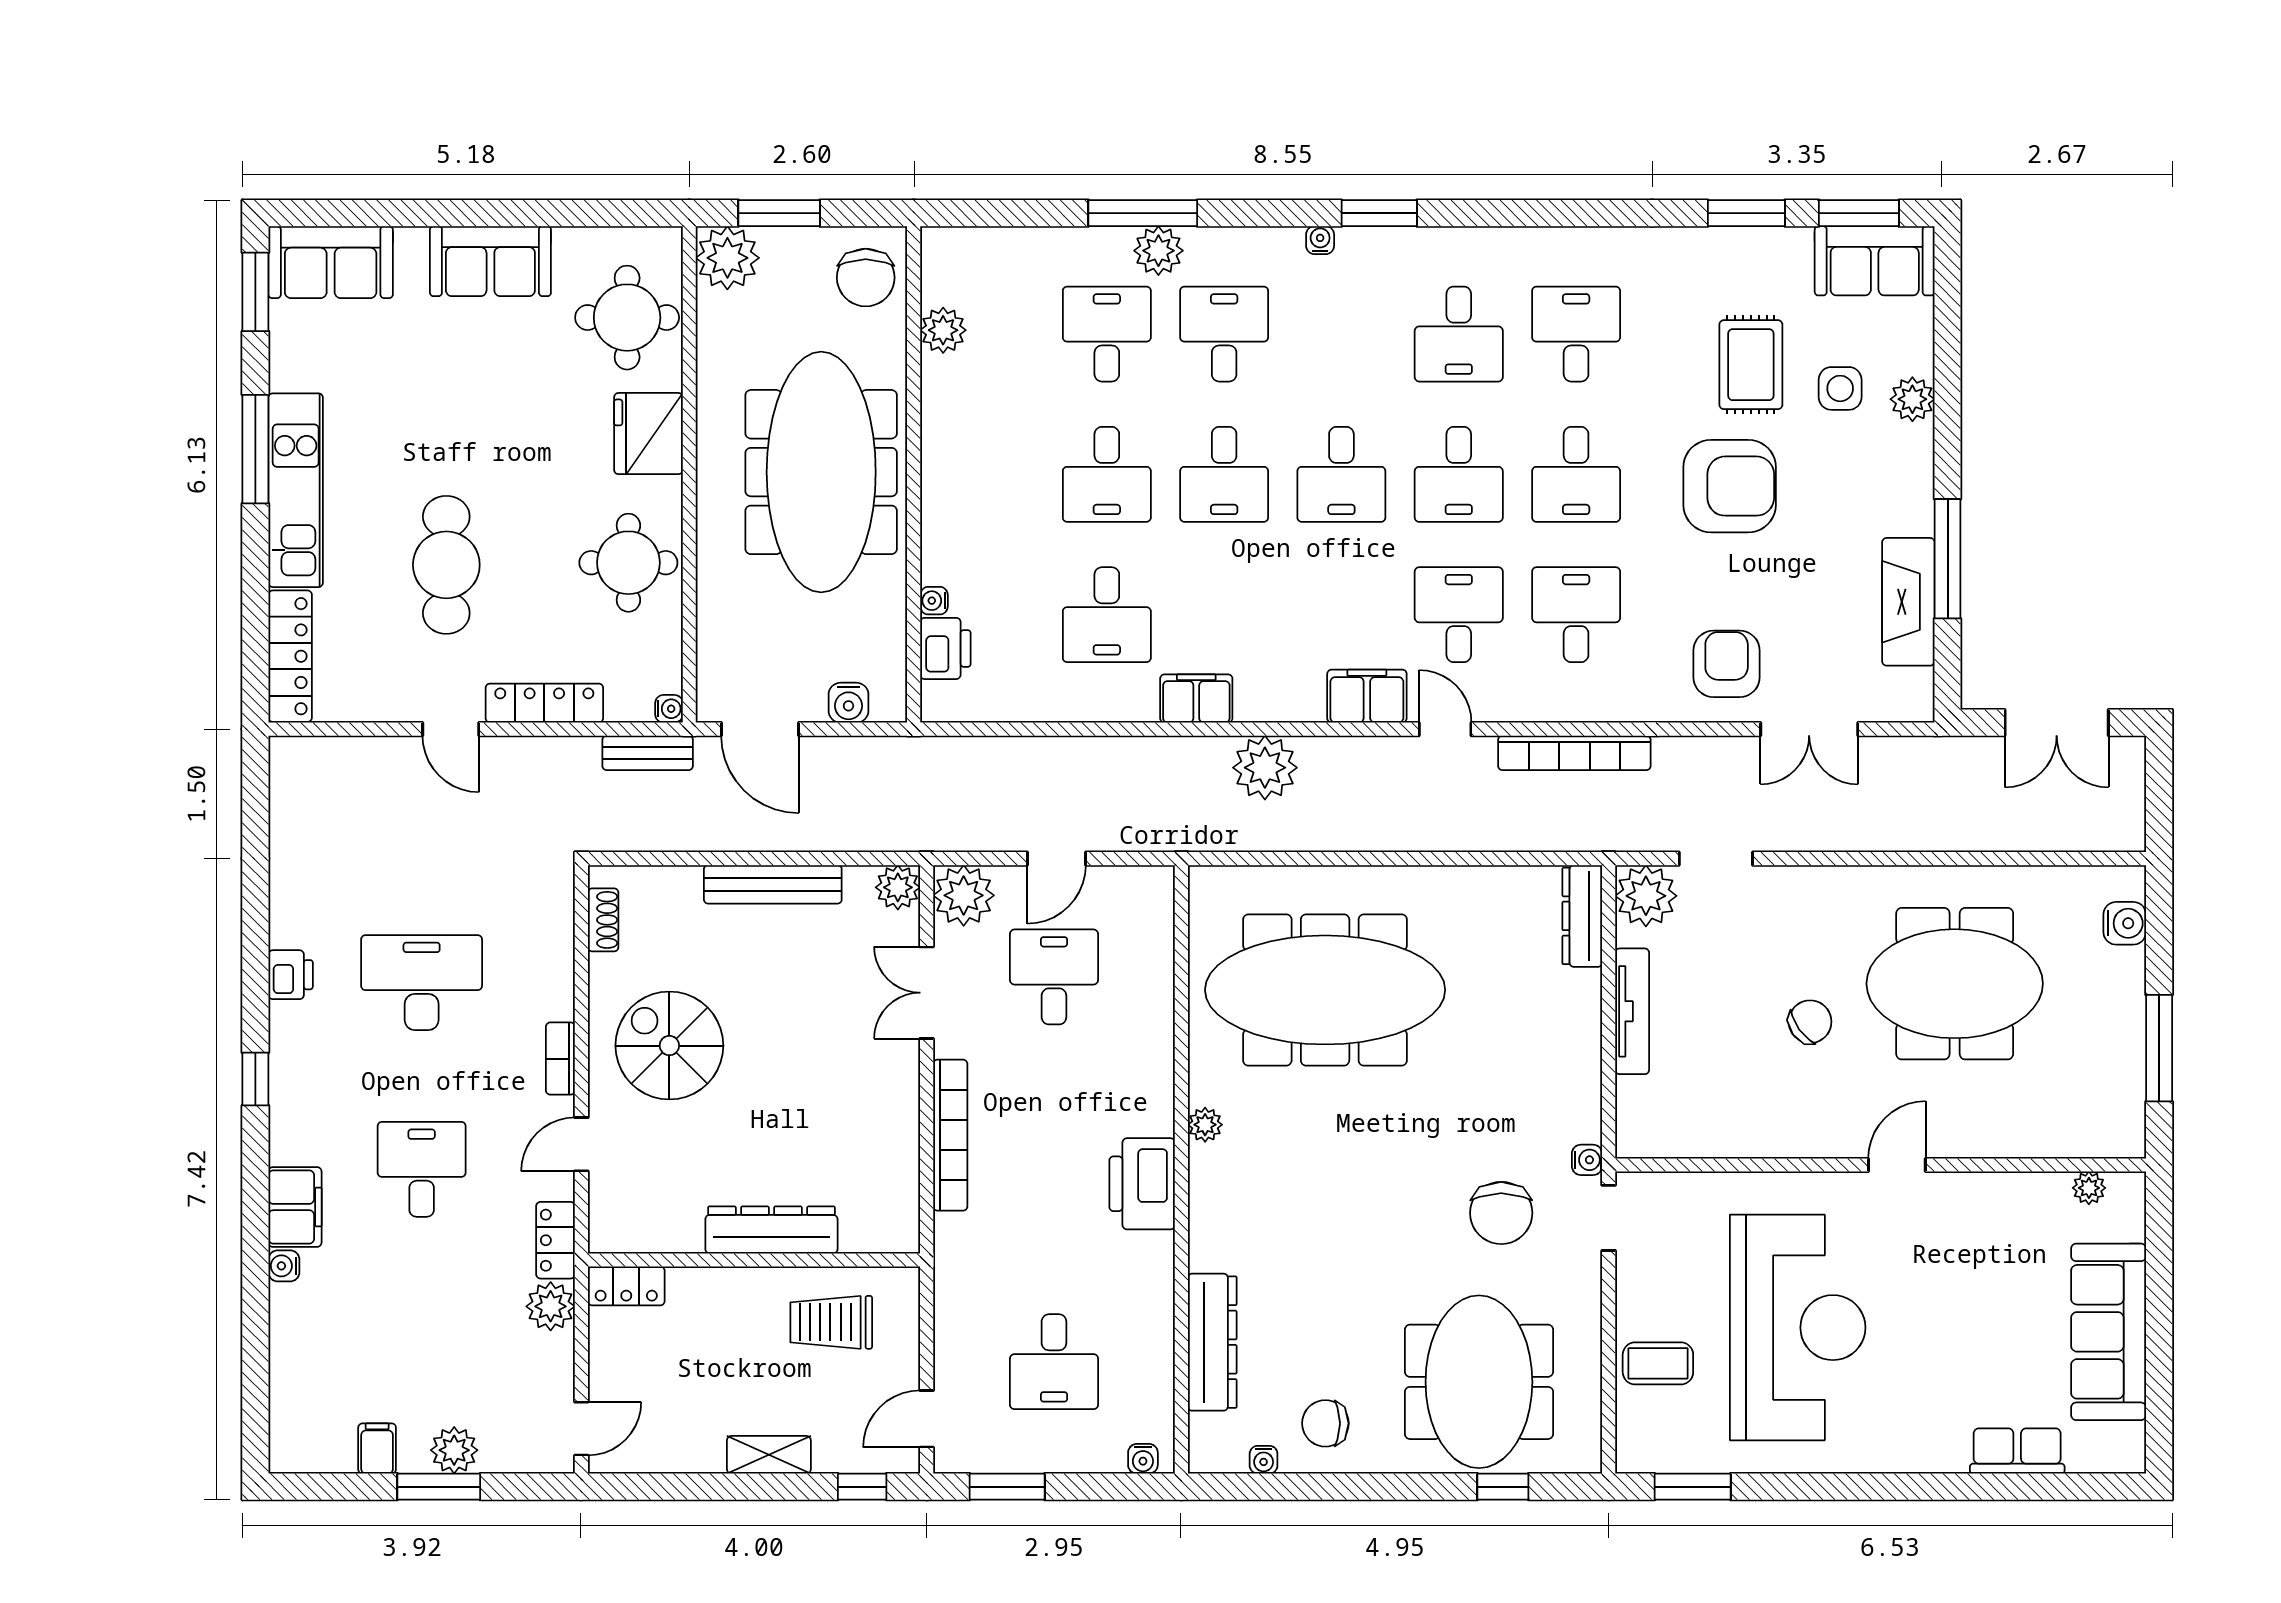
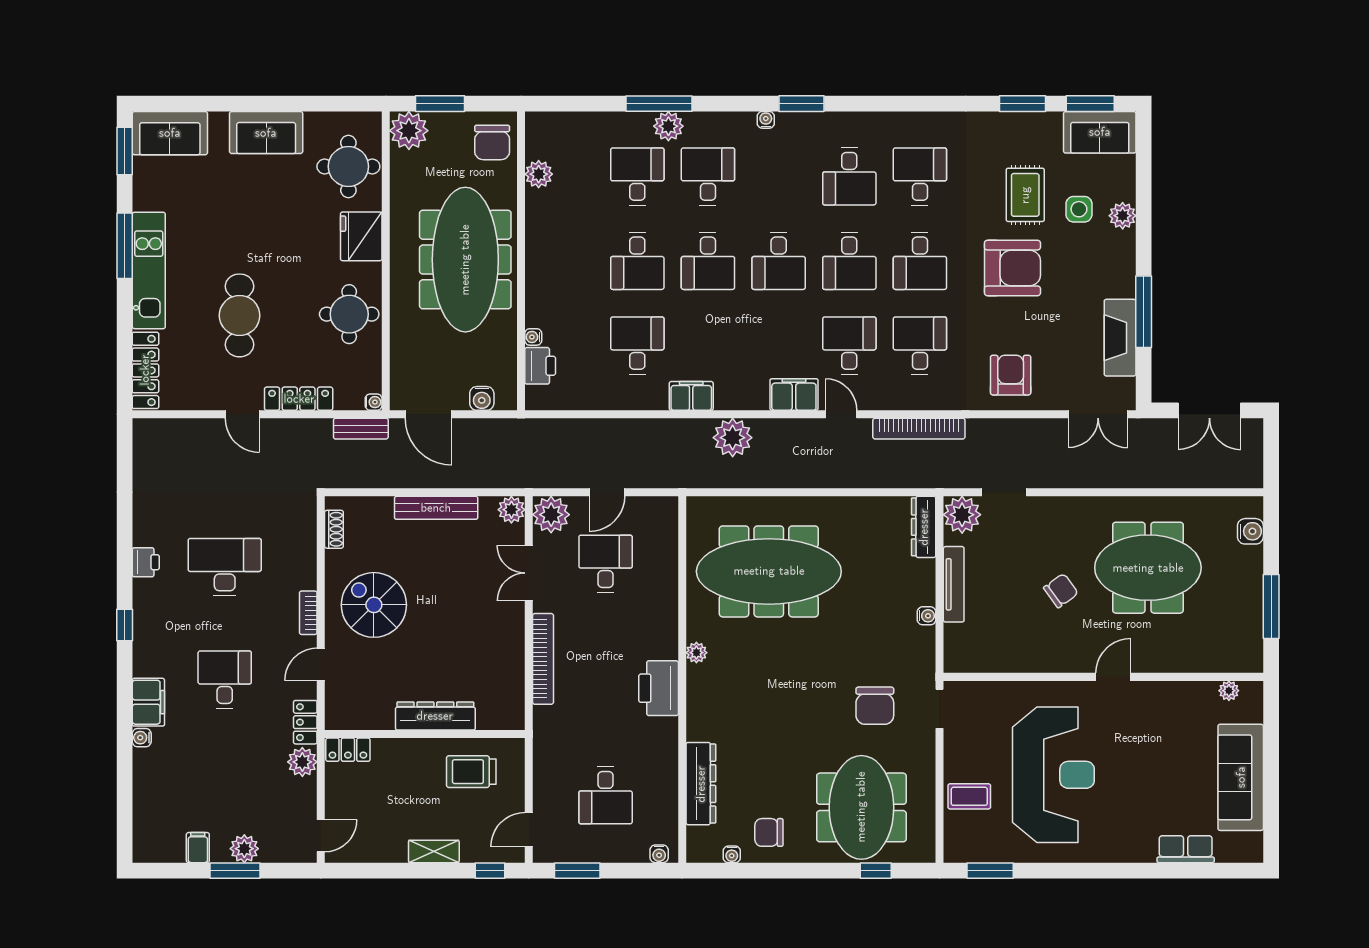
desk: (1107, 615) -> (637, 345), turned 180
double door: (1809, 729) -> (1098, 414), moved
water cooler: (1587, 1160) -> (927, 616), moved

